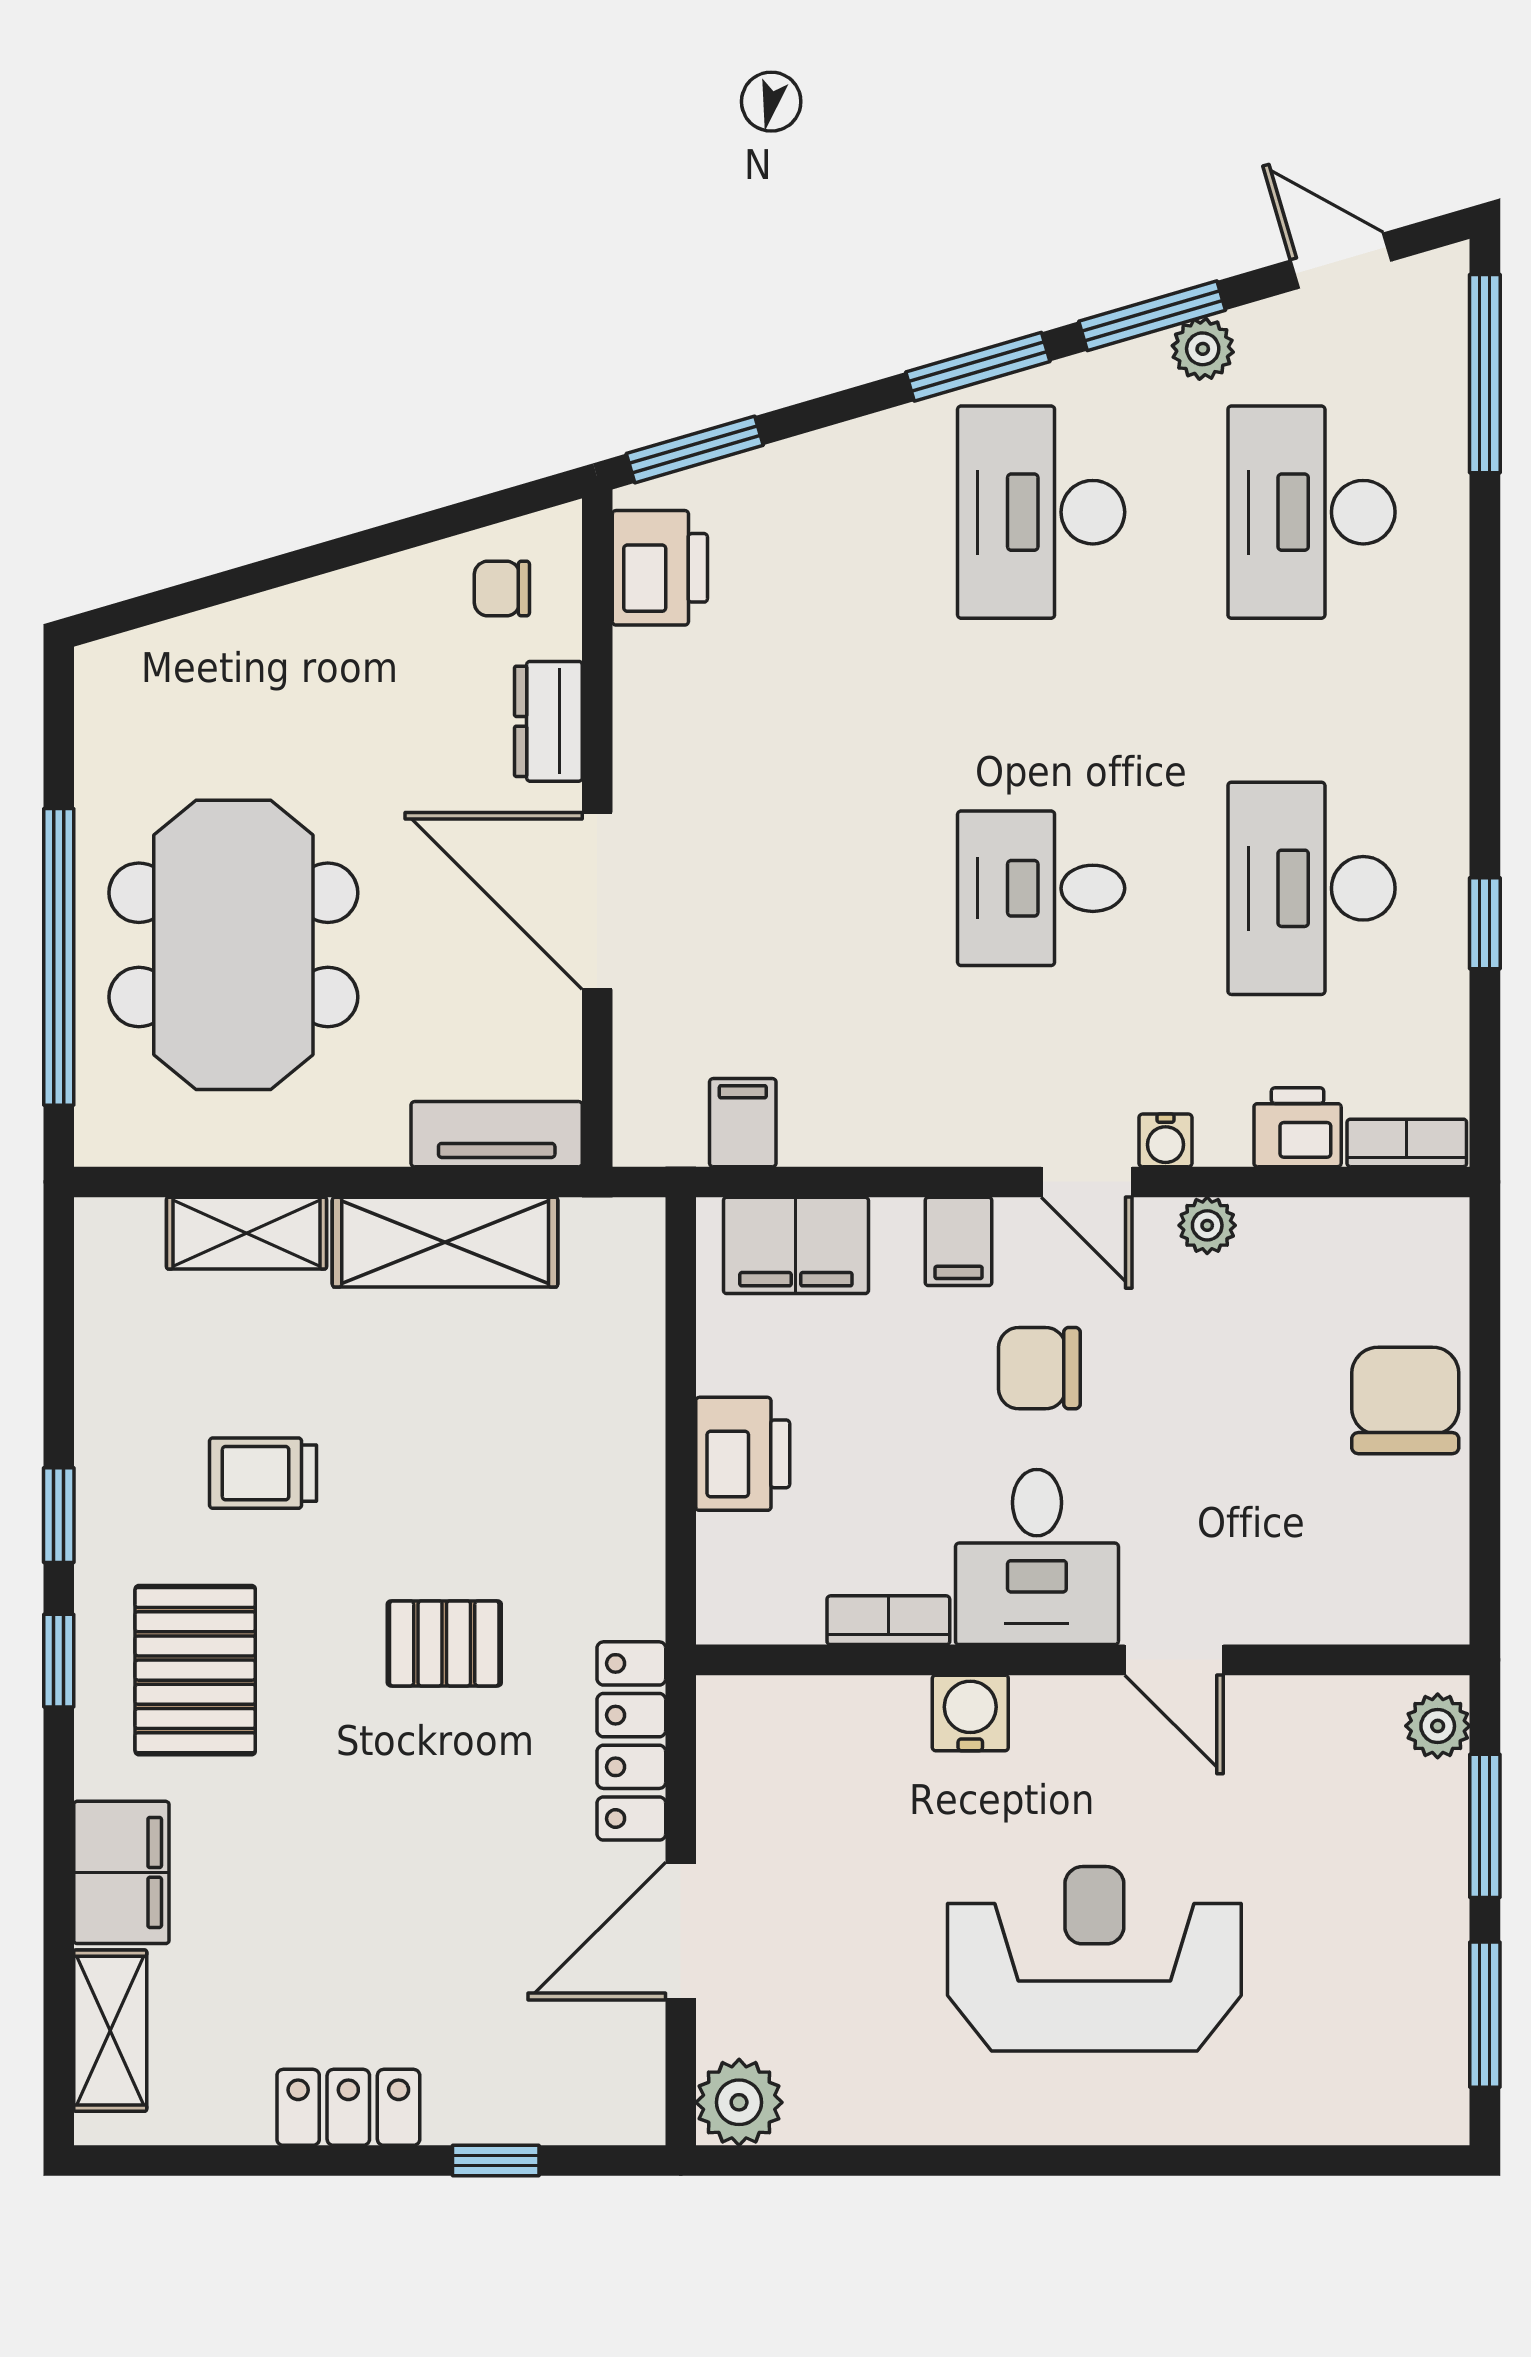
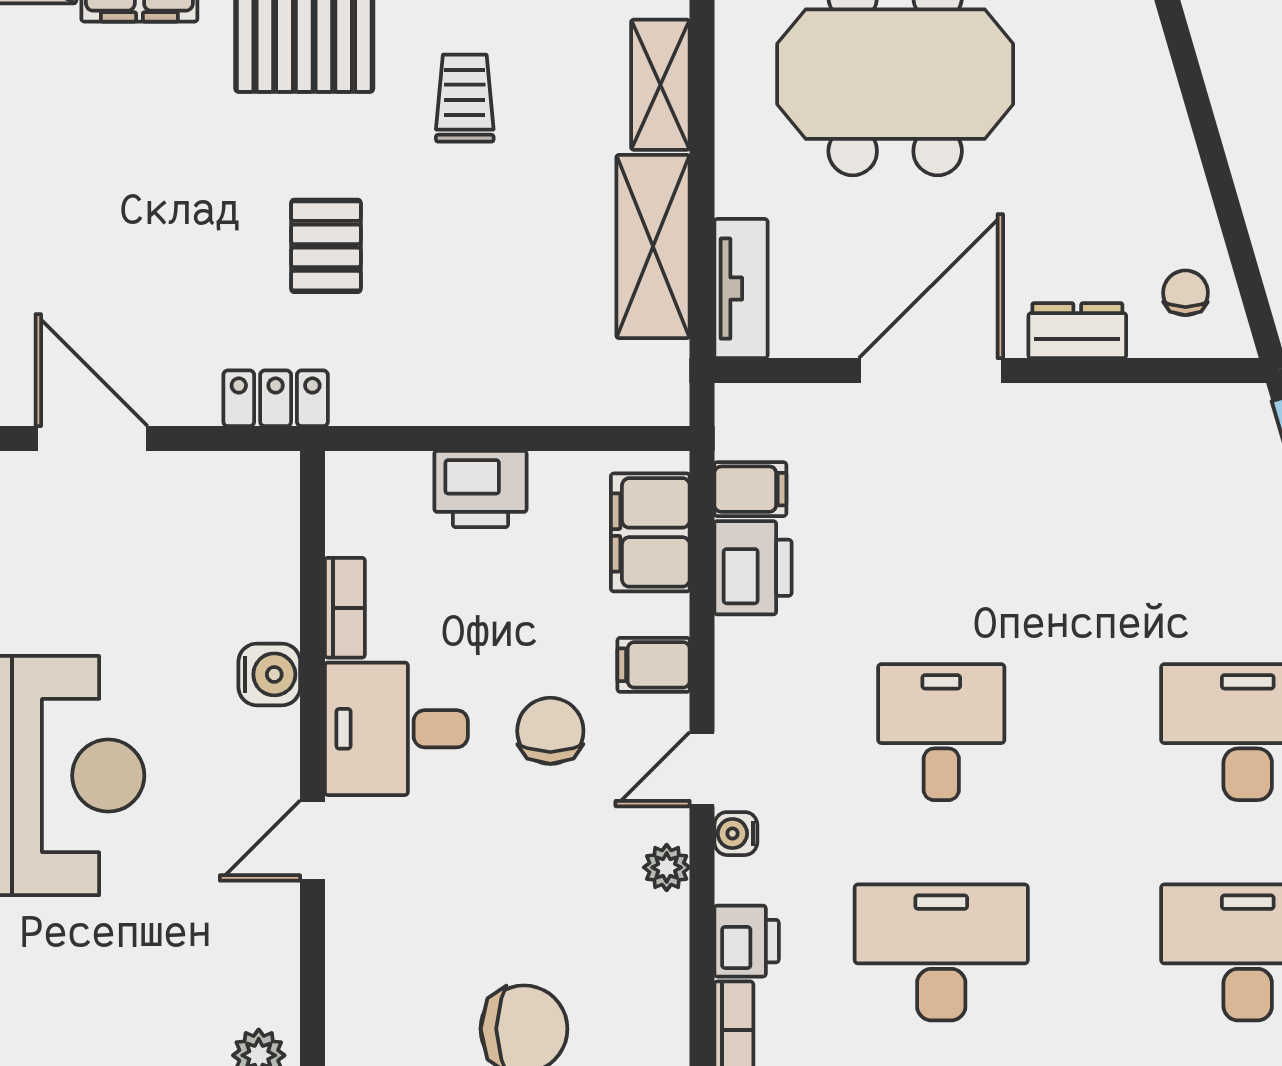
printer: (660, 568) -> (753, 568), moved, turned -90
locker: (631, 1741) -> (276, 398), width x0.66

